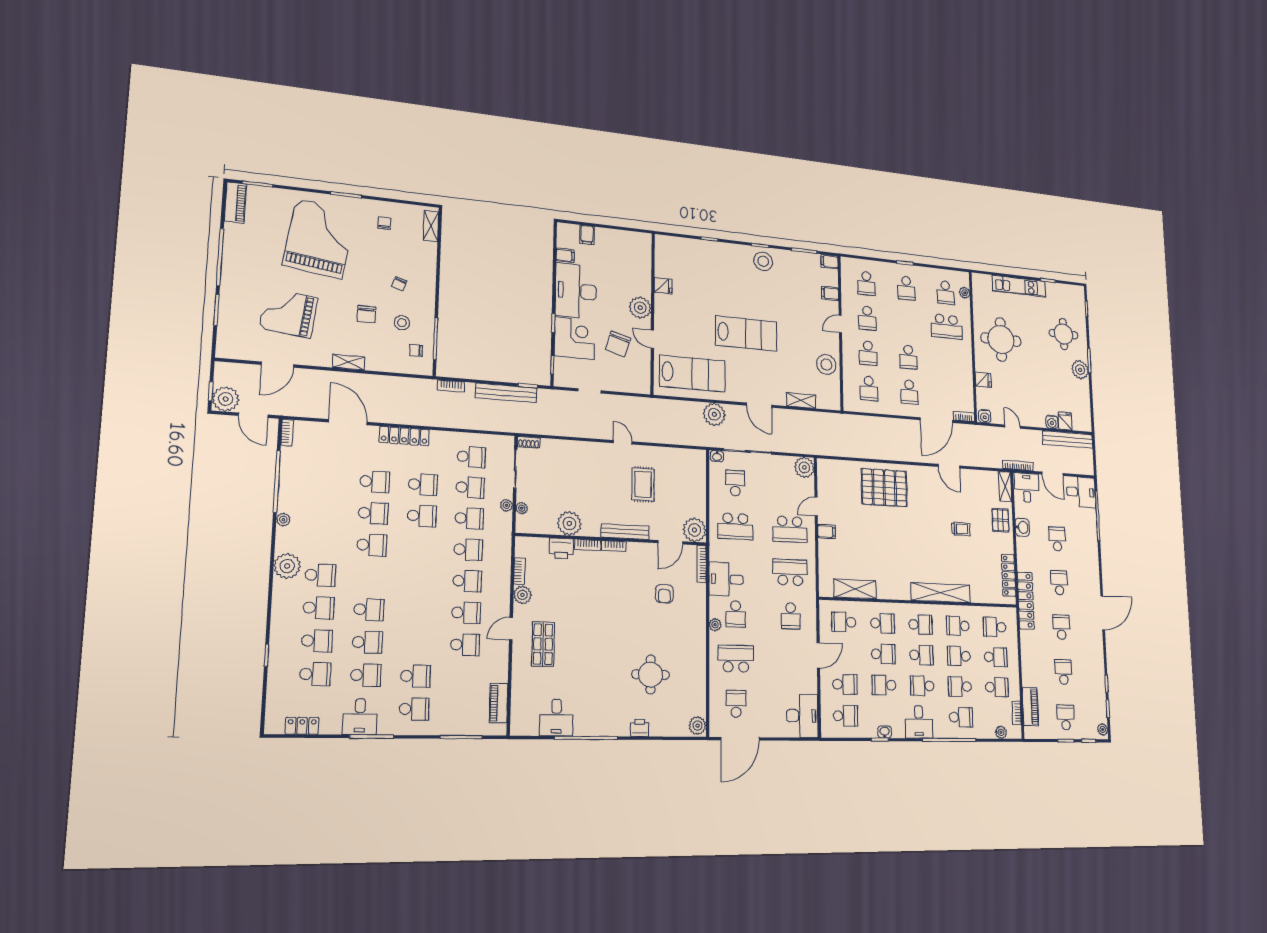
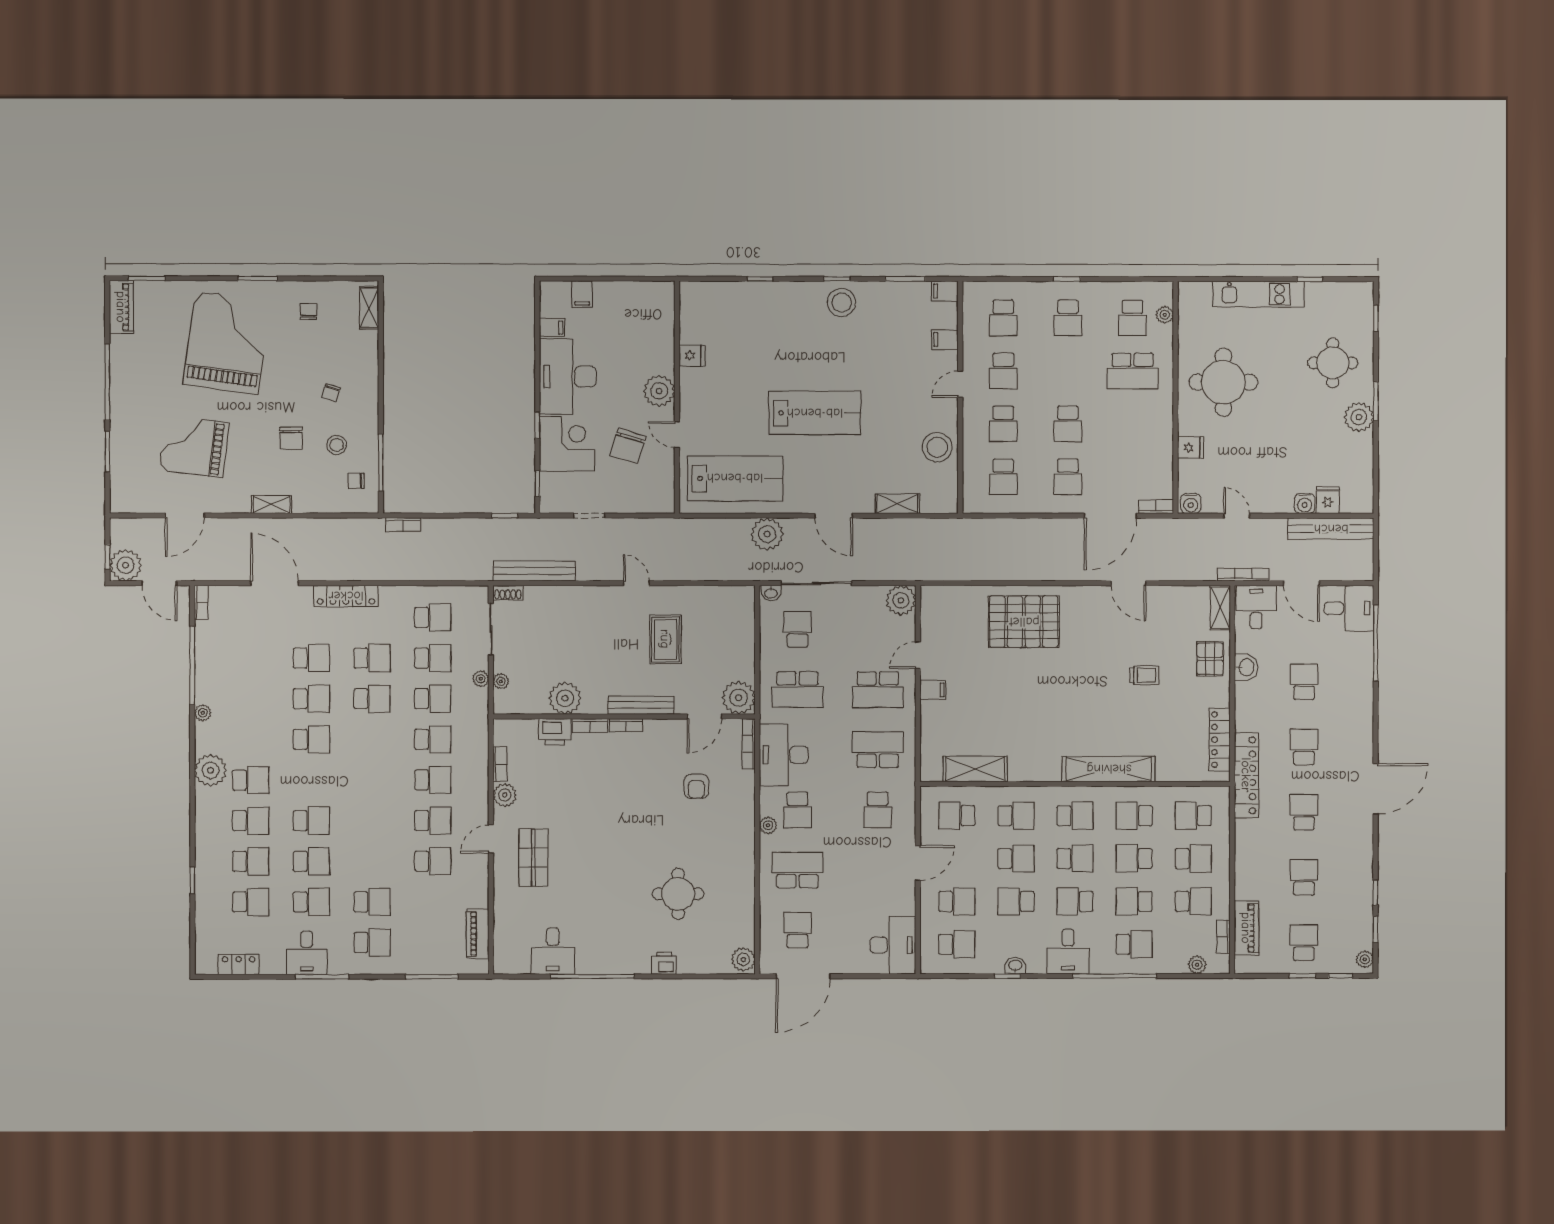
bench: (506, 393) -> (534, 571), moved
desk: (726, 579) -> (784, 755), width x1.37

